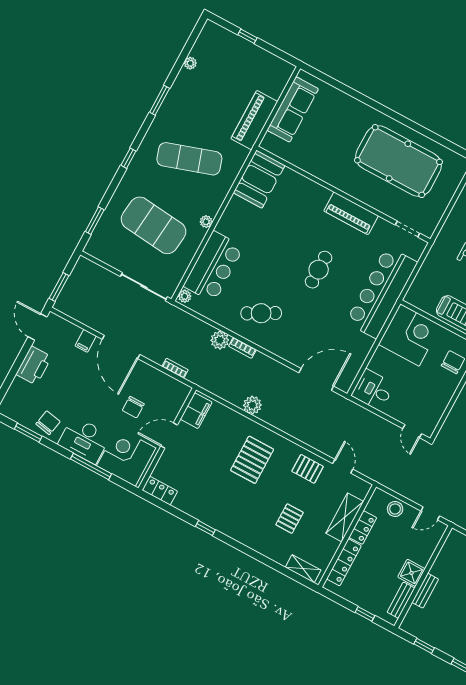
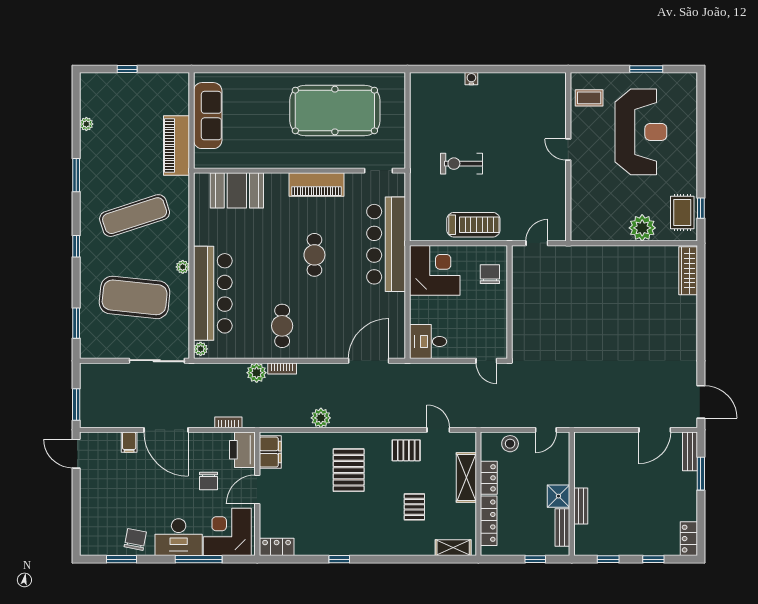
booth: (259, 179) -> (237, 190), moved, turned 90
bar counter: (214, 267) -> (213, 293), width x1.36
cafe table: (261, 313) -> (282, 326), turned -61
printer: (34, 366) -> (242, 450), moved, turned 180

